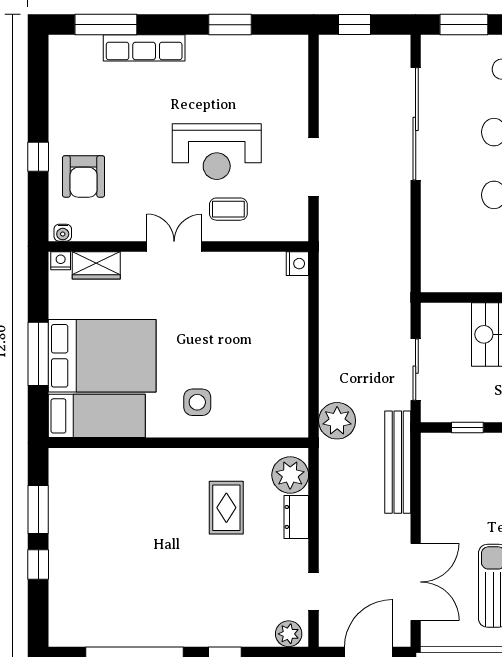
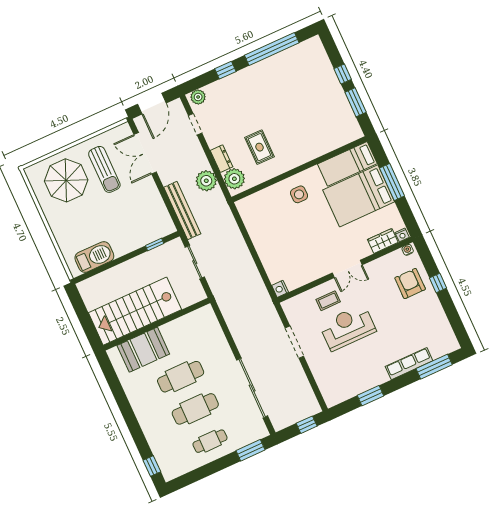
plant: (337, 421) -> (206, 181), moved

